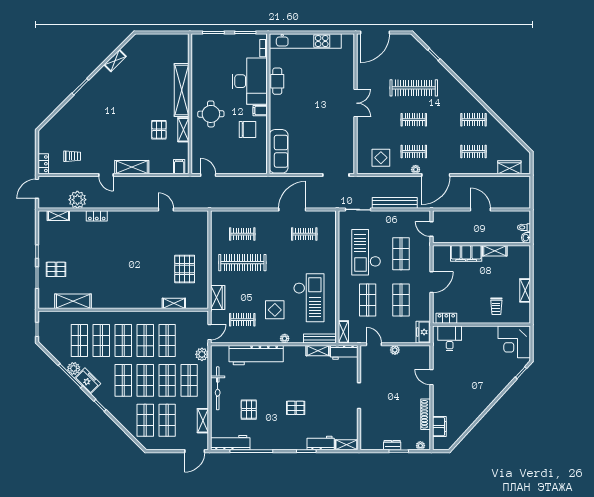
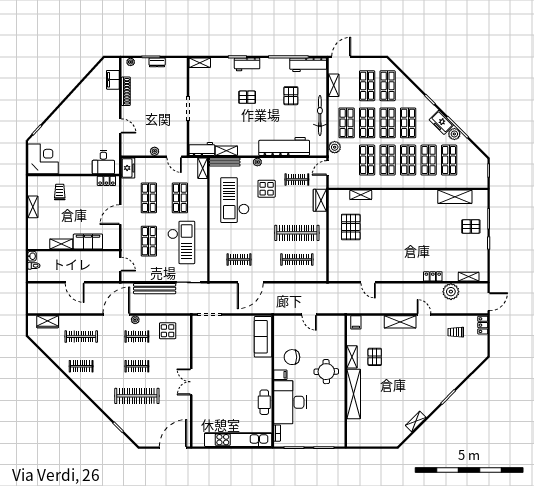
clothes rail: (473, 151) -> (81, 337), width x1.36
door: (208, 175) -> (309, 315), moved
clothes rail: (242, 234) -> (297, 260), width x1.36
workbench: (321, 443) -> (247, 64), moved

